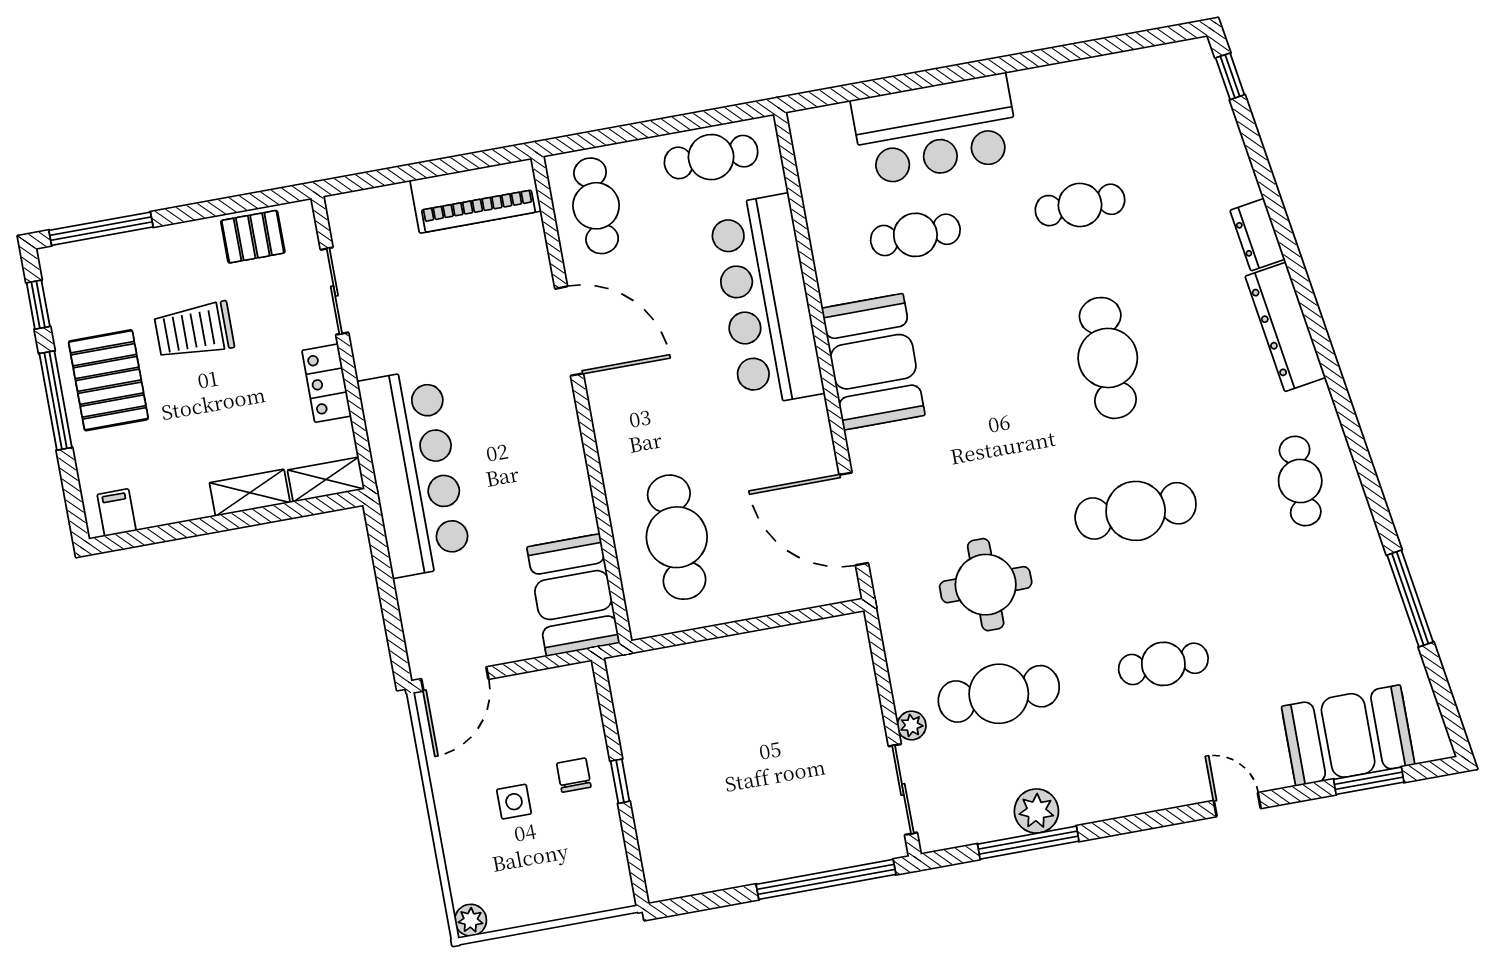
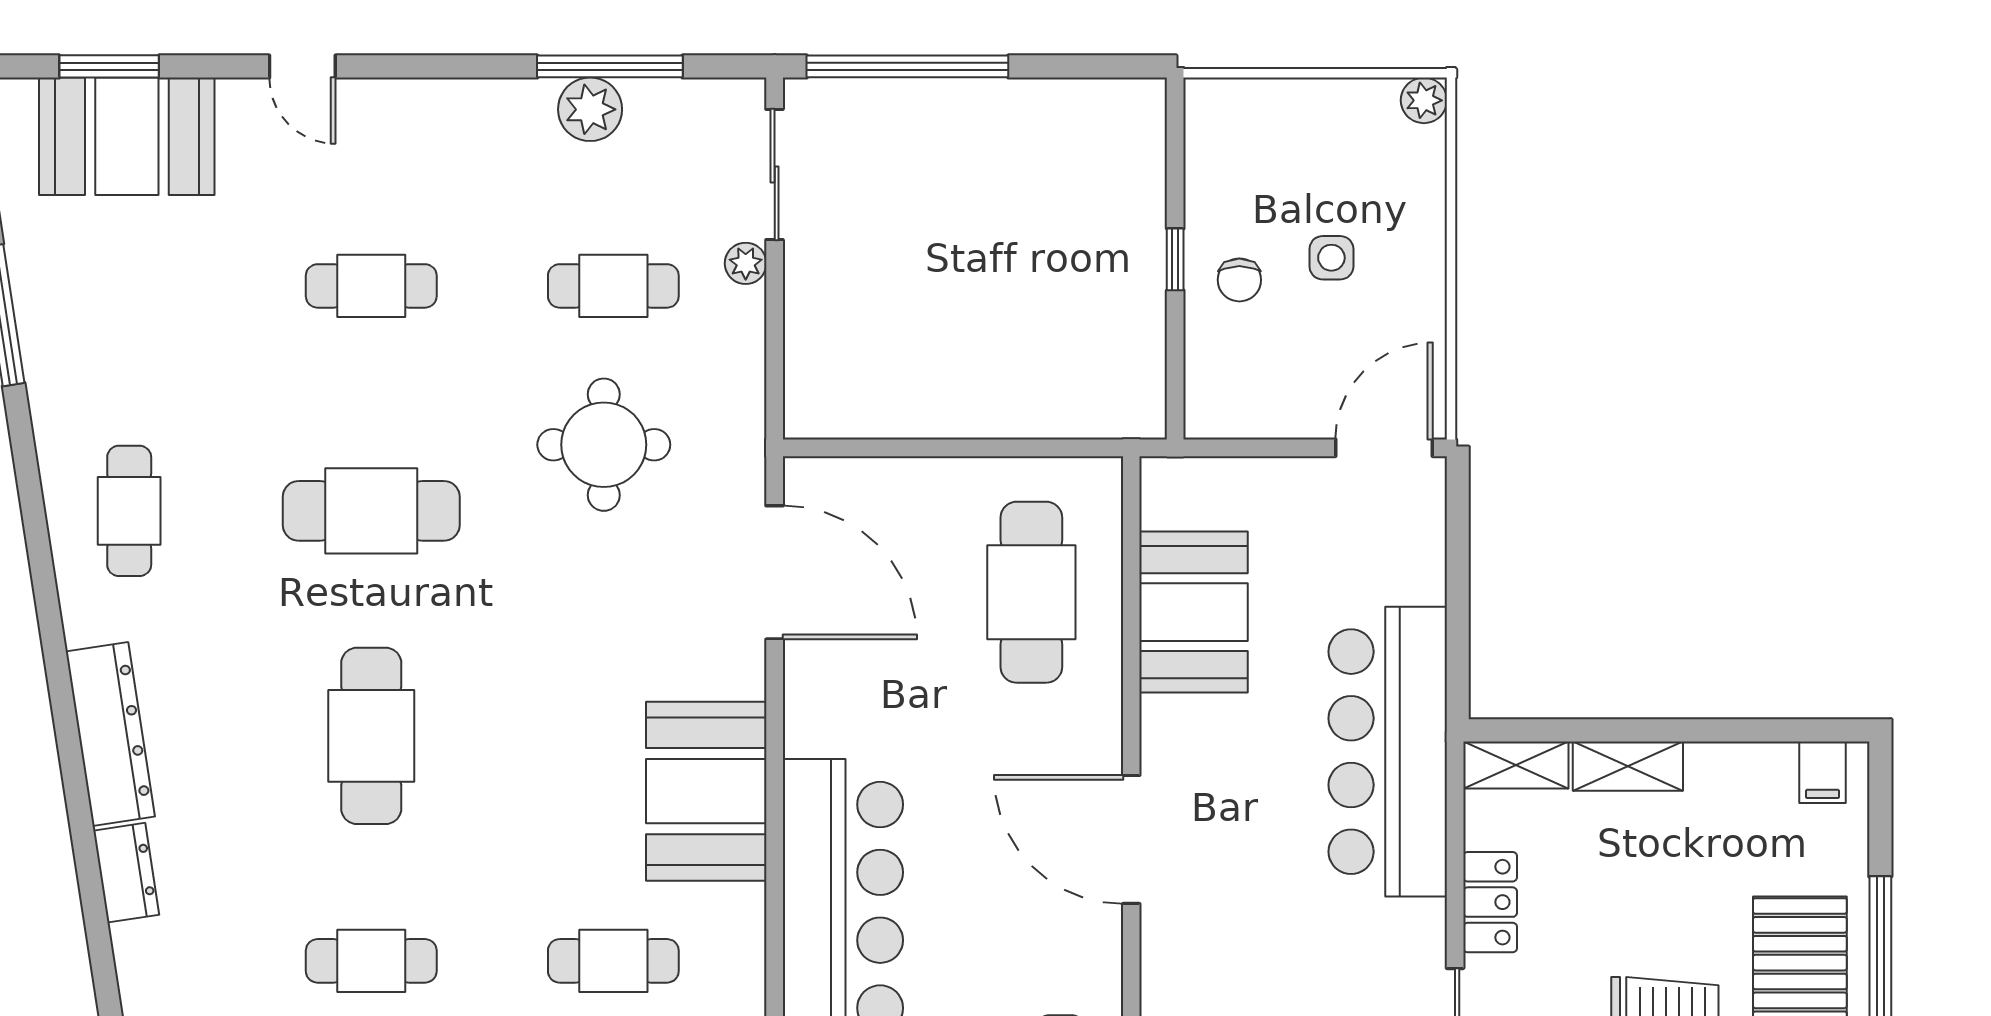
door: (569, 331) -> (1131, 839), moved
booth: (573, 595) -> (1194, 612), moved
cafe table: (999, 694) -> (613, 286), width x0.73, depth x0.74

